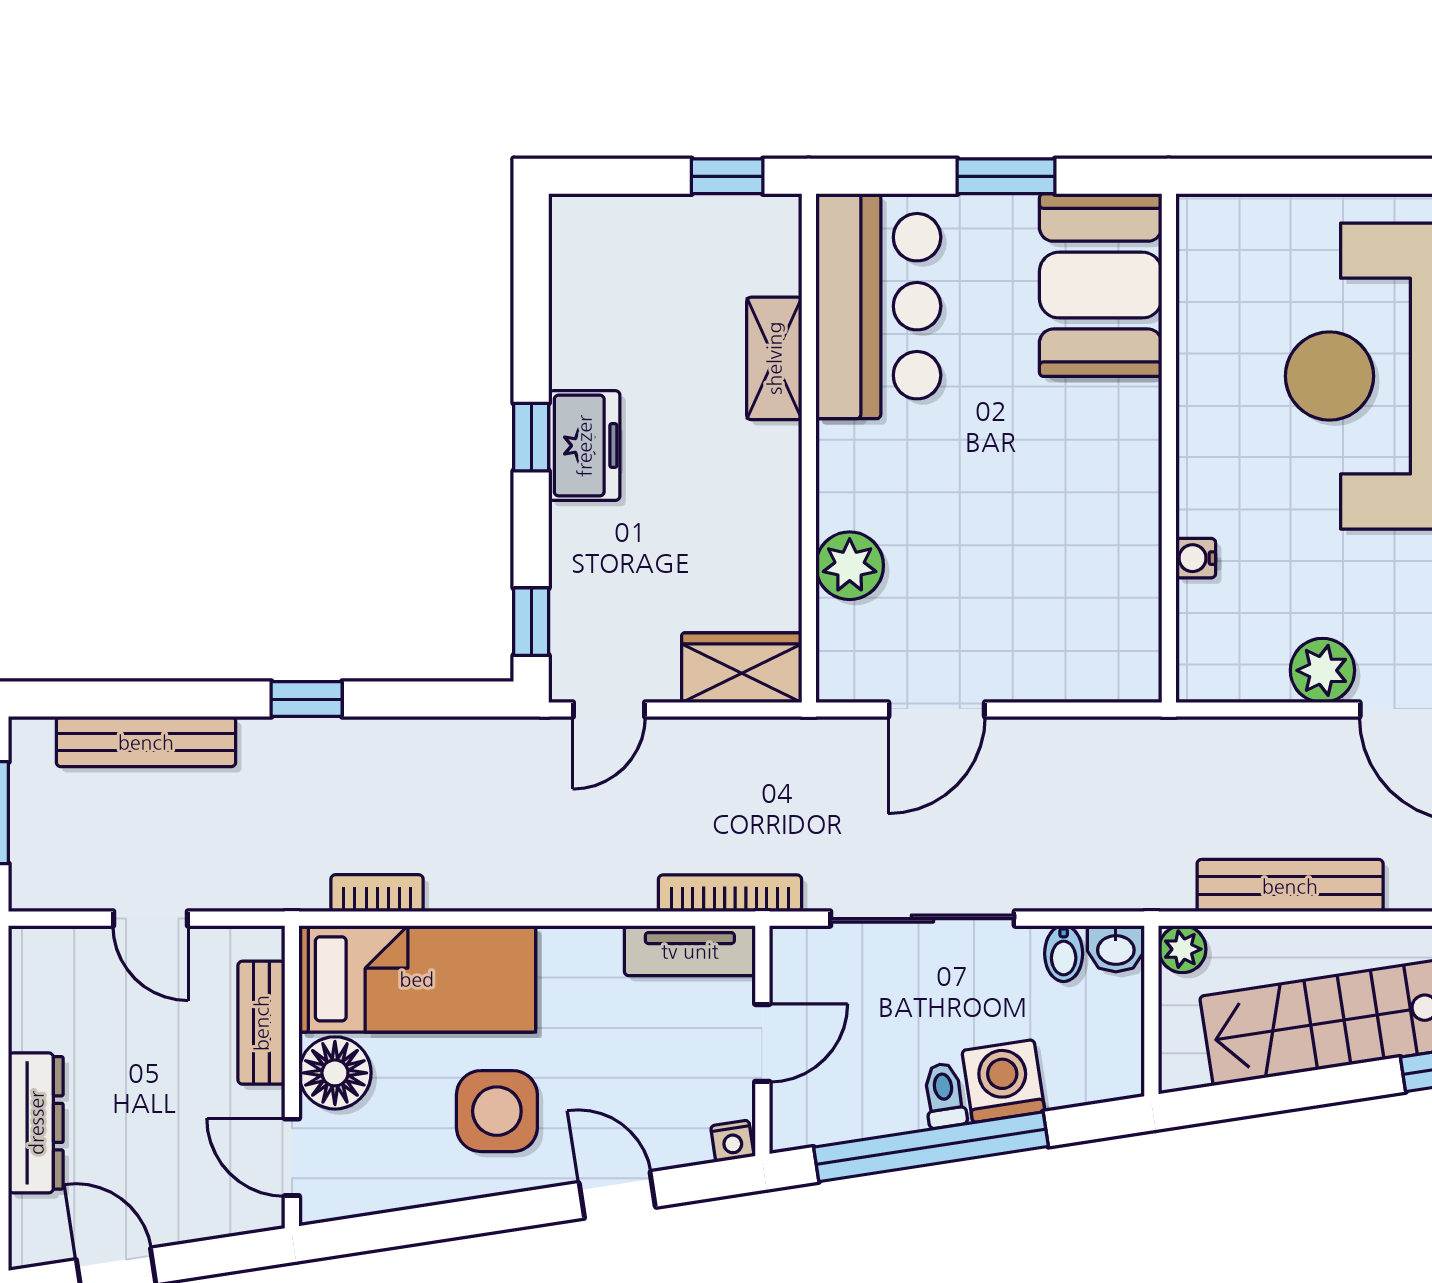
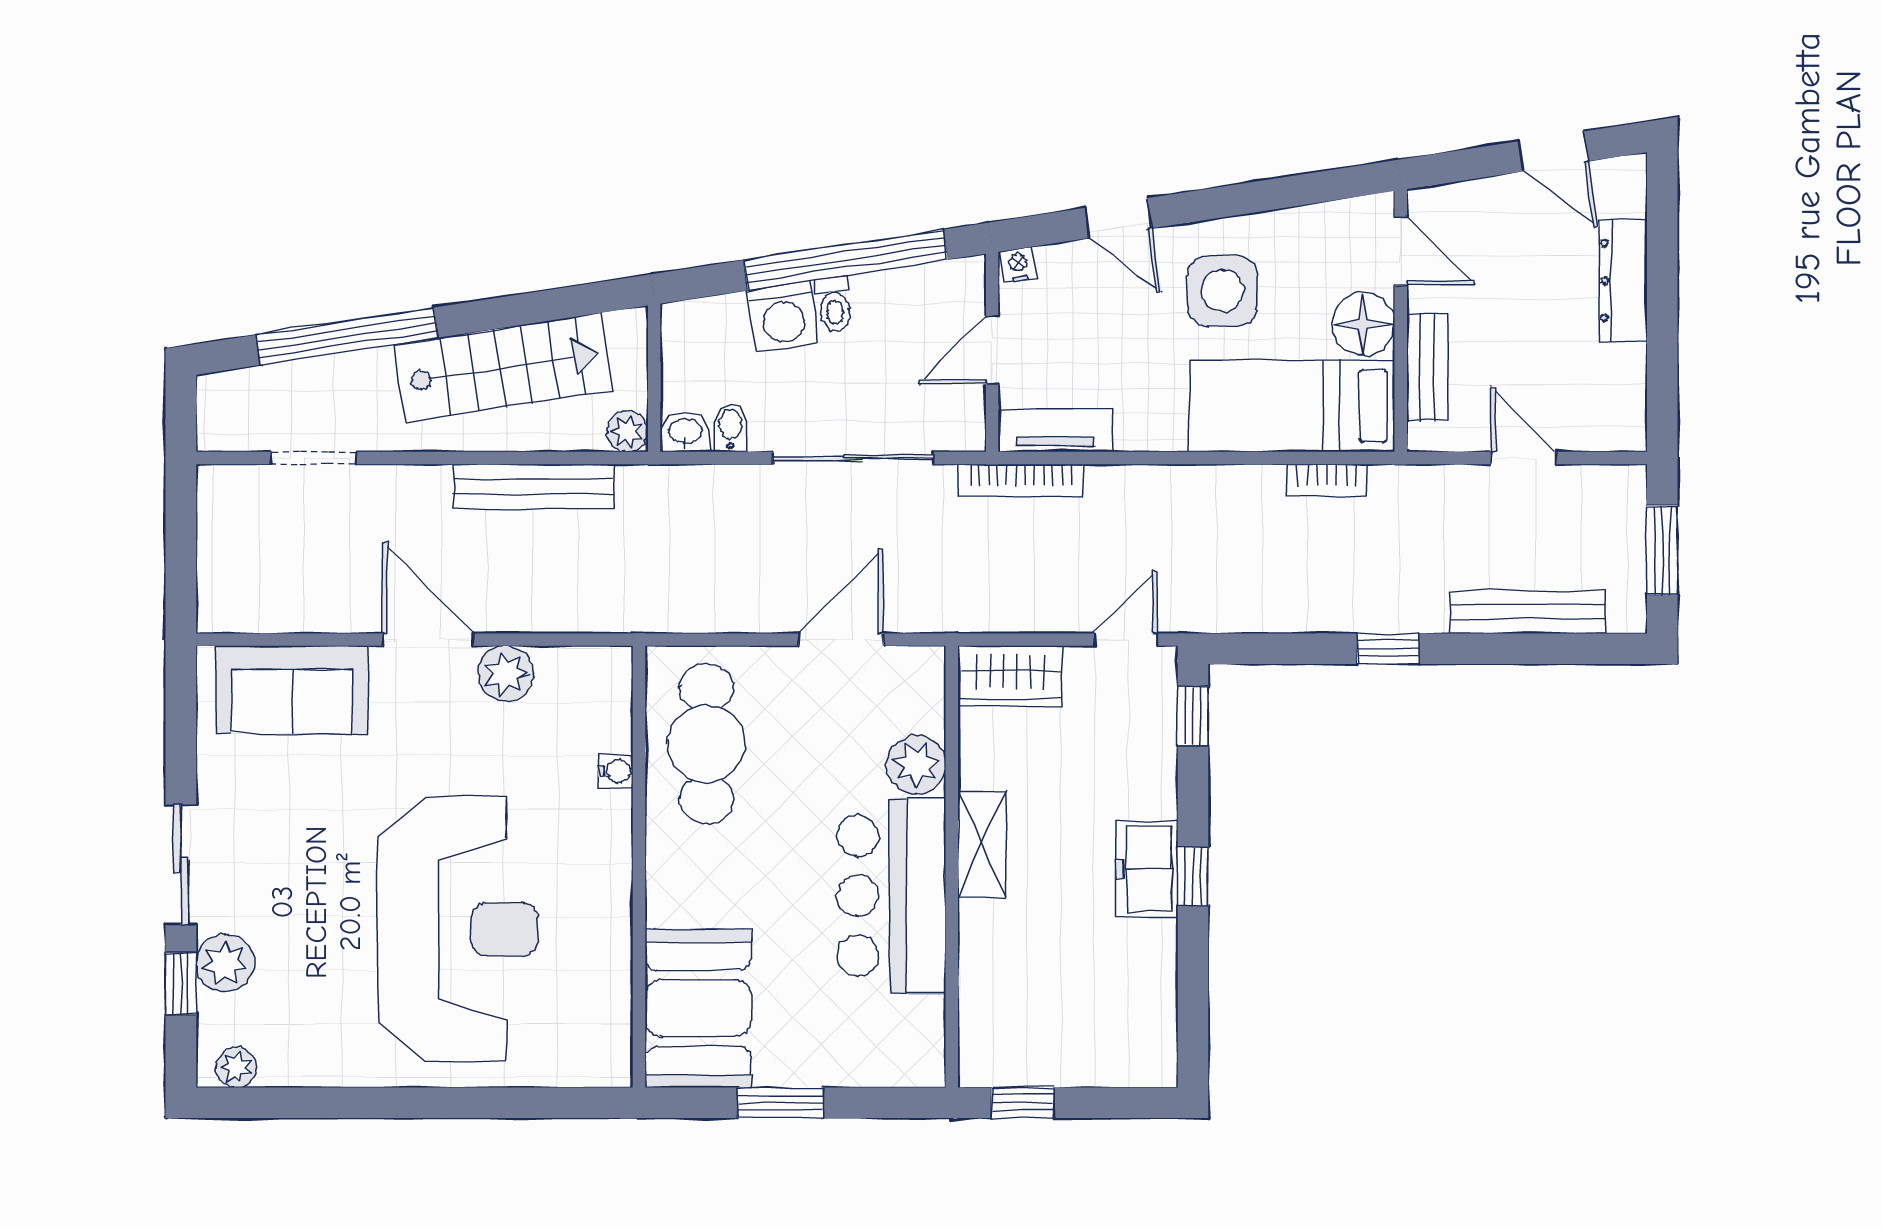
bar counter: (878, 306) -> (891, 896), moved
shelving: (774, 358) -> (982, 844), moved
cafe table: (1091, 590) -> (706, 744), added

